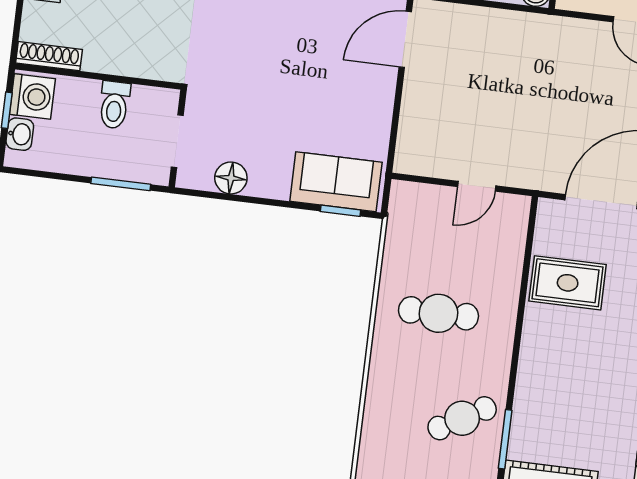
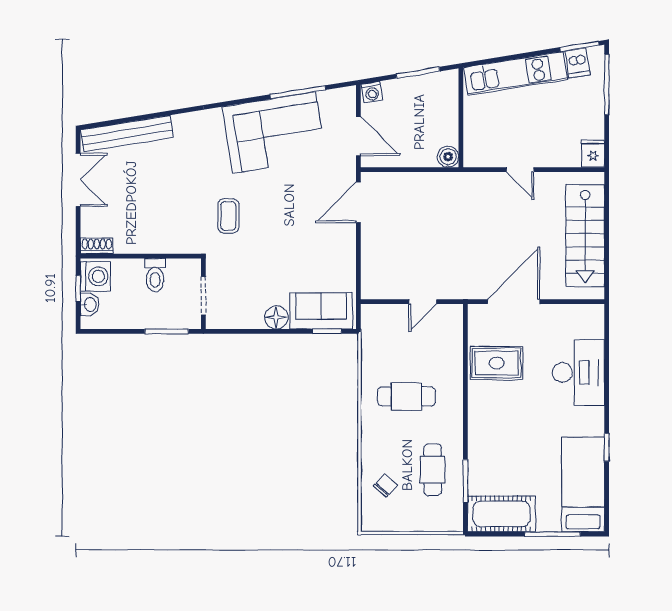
coffee table: (225, 36) -> (228, 216), added
shoe rack: (49, 56) -> (97, 246), width x0.70
floor lamp: (231, 178) -> (276, 317), moved
cafe table: (462, 418) -> (433, 470), turned -60
chair: (395, 432) -> (385, 485), added

